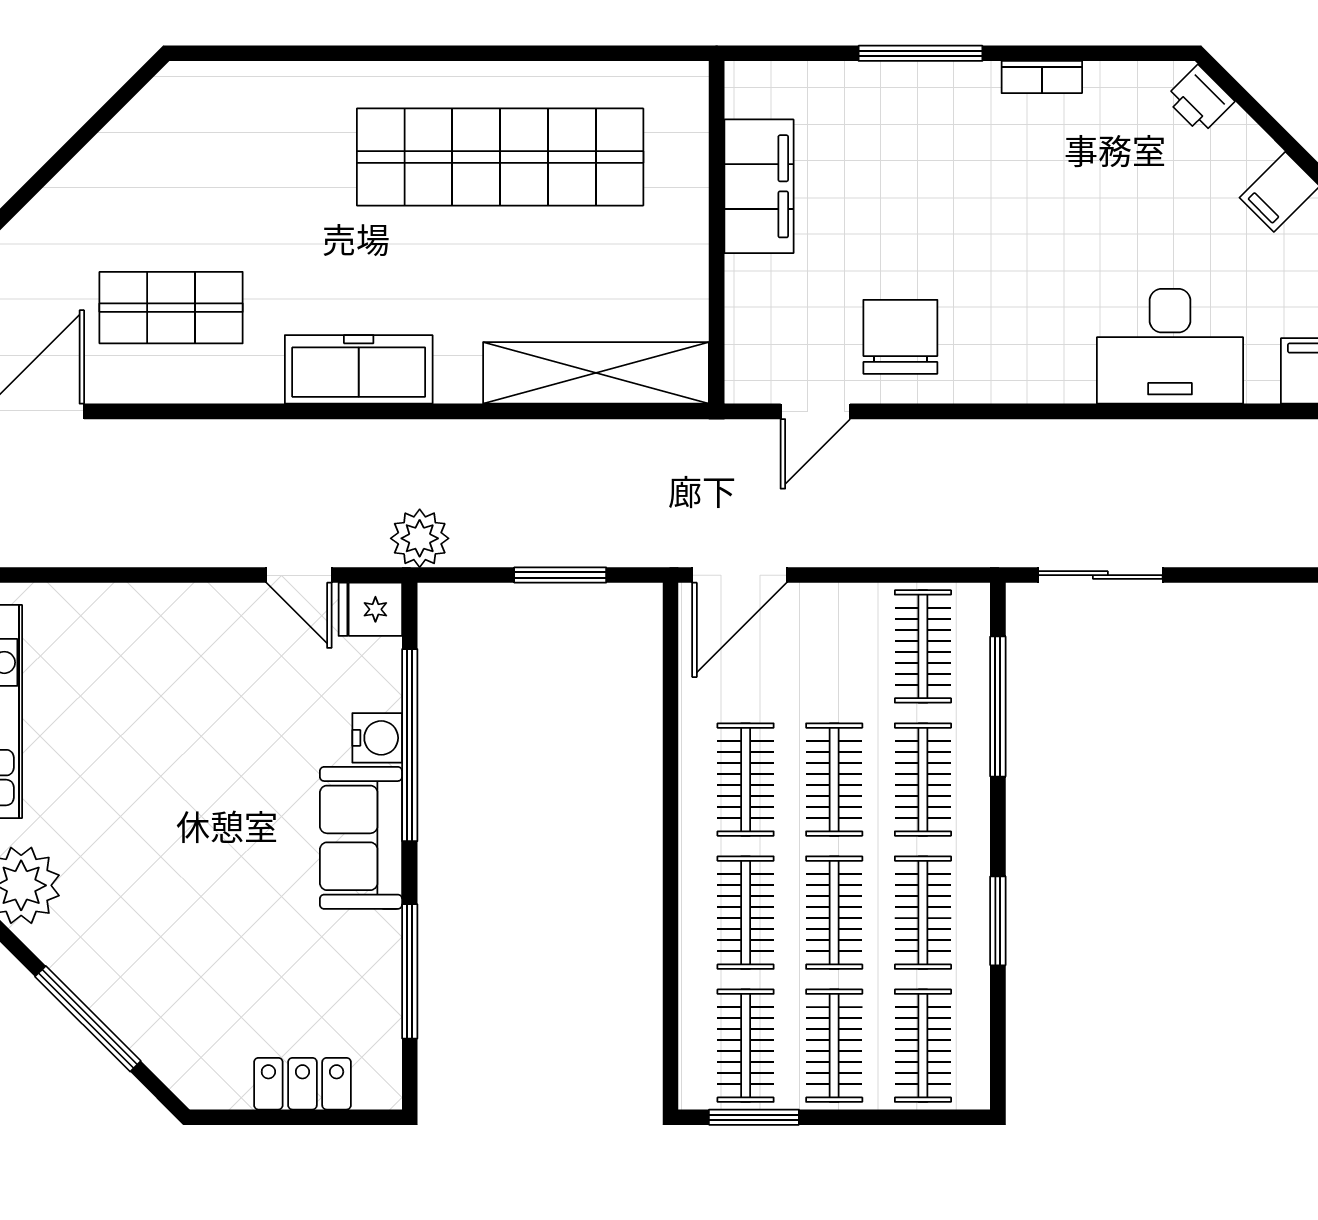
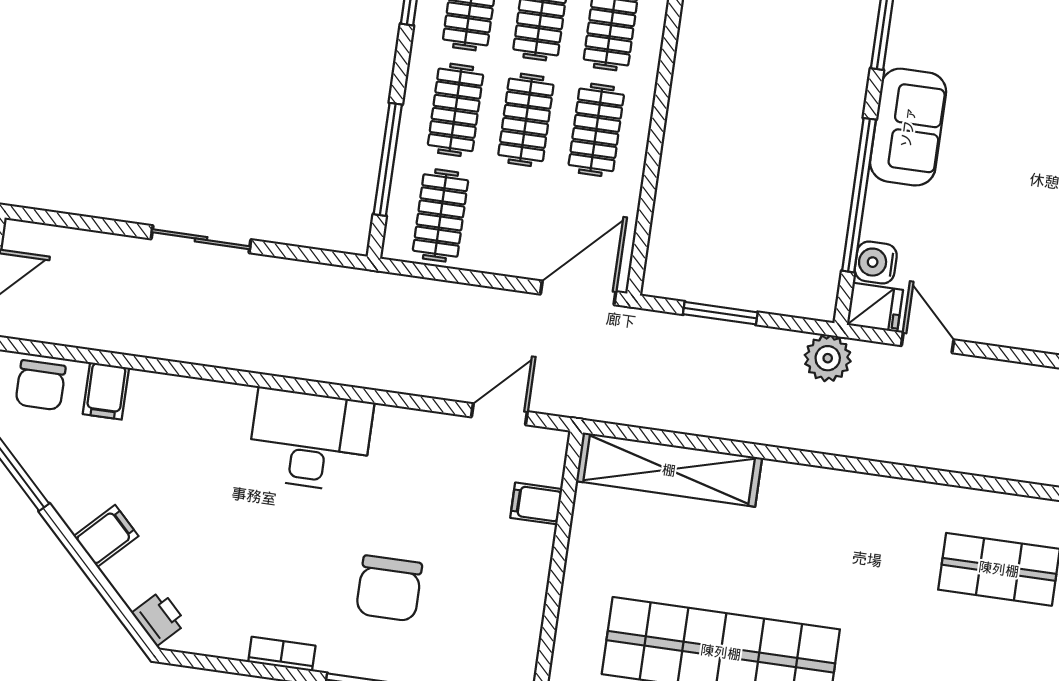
filing cabinet: (759, 186) -> (536, 503), moved, width x0.33, depth x0.86
chair: (900, 337) -> (389, 588), moved
desk: (1170, 346) -> (310, 440), moved
freezer: (359, 369) -> (857, 499), removed
sliding door: (1100, 575) -> (201, 239), moved
water cooler: (377, 738) -> (876, 263), moved

